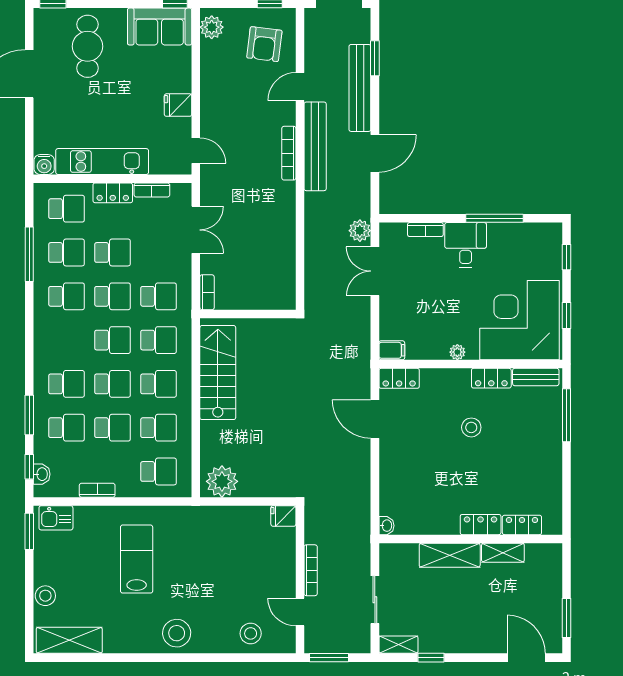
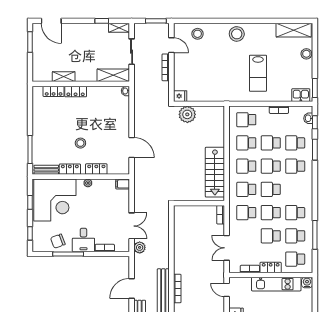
chair: (514, 243) -> (58, 241), added
locker: (399, 378) -> (96, 169), moved
plant: (222, 481) -> (187, 114), moved
shelving: (450, 555) -> (113, 75), moved

